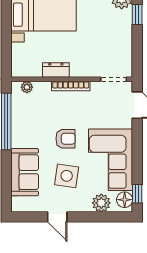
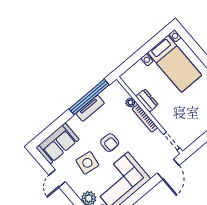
plant: (27, 87) -> (130, 102), moved
tv unit: (18, 130) -> (90, 108), added
sofa: (25, 172) -> (58, 143), moved

